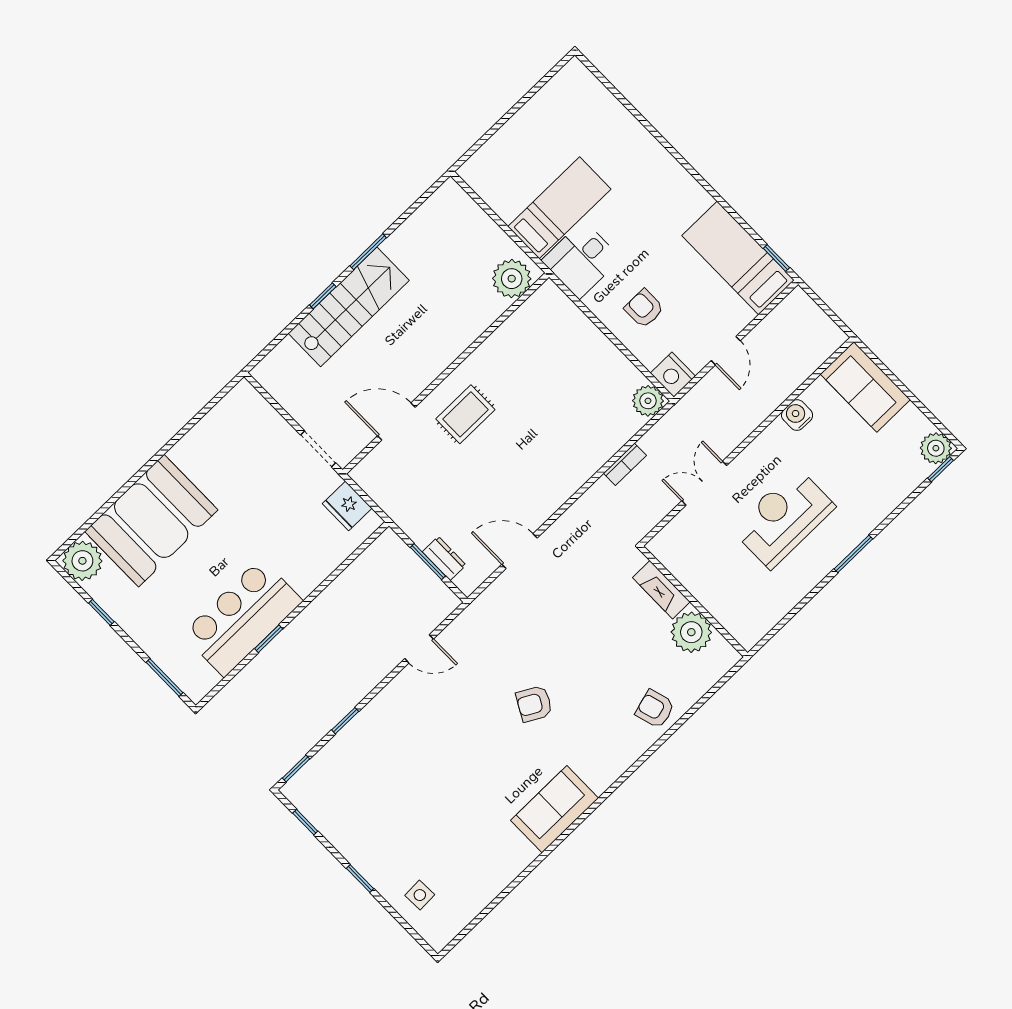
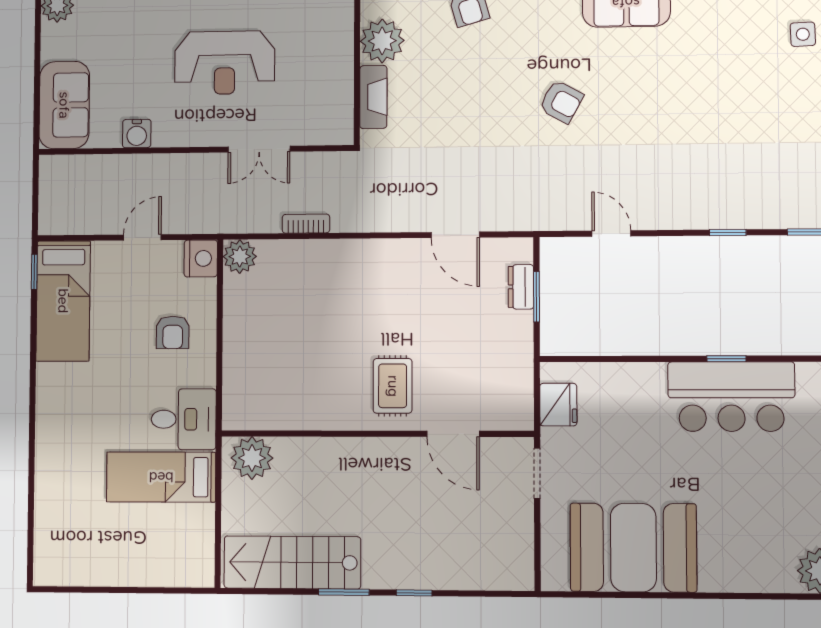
stairs: (349, 307) -> (292, 562), moved
rug: (465, 414) -> (393, 386), turned 90
booth: (151, 521) -> (633, 548), moved

